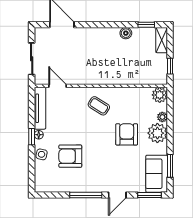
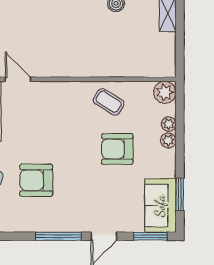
window: (170, 66) -> (180, 51), removed
coffee table: (99, 106) -> (109, 102), moved
plant: (157, 133) -> (168, 140), width x0.53, depth x0.53
armchair: (127, 134) -> (117, 149), turned -90

